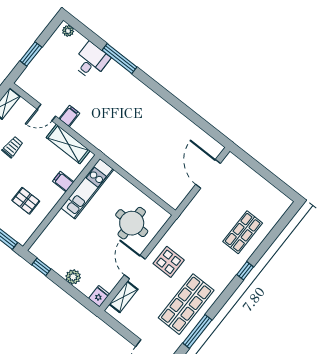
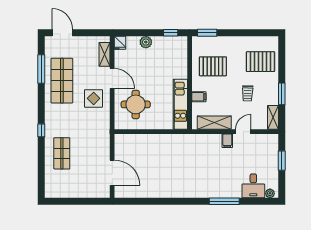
desk: (91, 61) -> (253, 186), moved
pallet: (26, 201) -> (213, 66), width x1.50, depth x1.42

